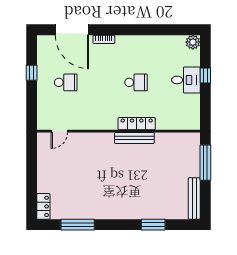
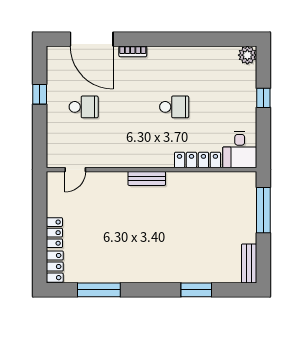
desk: (186, 80) -> (240, 150), moved, turned 90
locker: (137, 124) -> (197, 160), moved
bench: (134, 138) -> (147, 178), moved, width x0.73
locker: (43, 180) -> (54, 233), added
bench: (194, 198) -> (249, 263), width x0.73

